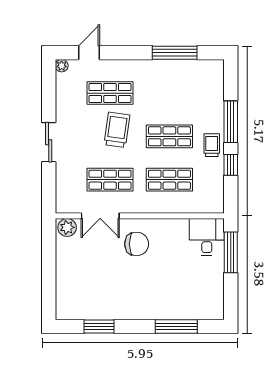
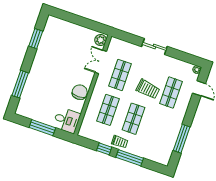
chair: (137, 244) -> (80, 92), moved, turned 180
window: (231, 252) -> (42, 128), moved

